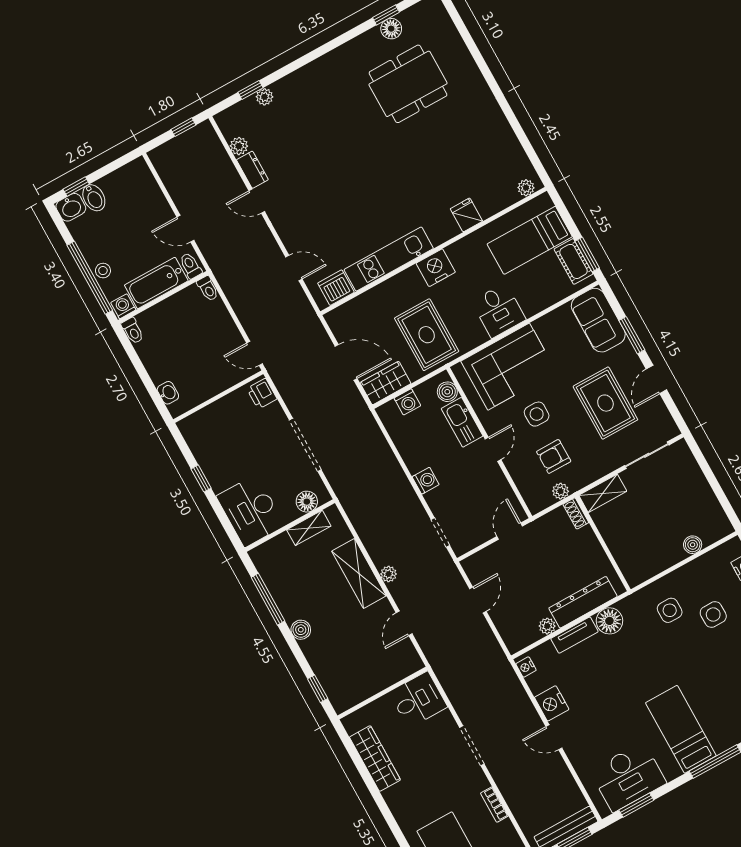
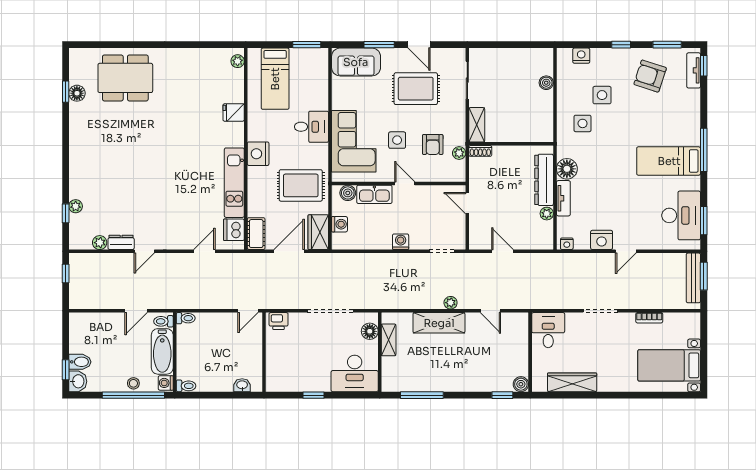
dining table: (408, 84) -> (125, 78), moved, turned 90
cot: (573, 261) -> (256, 234), moved, turned 90
boiler: (301, 630) -> (521, 384), moved

